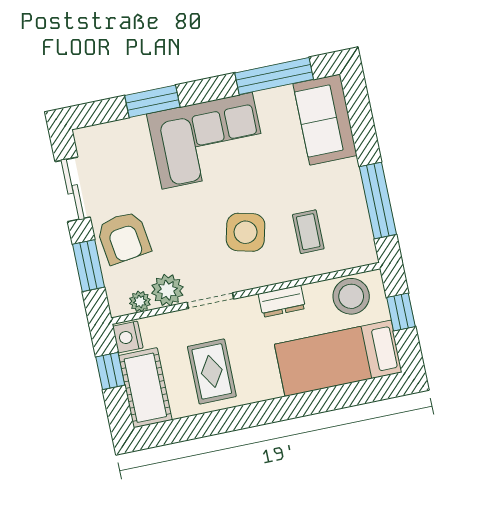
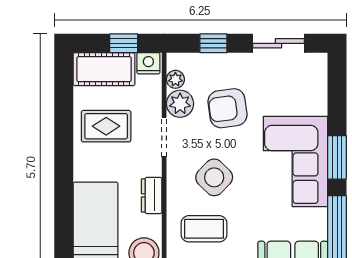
window: (152, 101) -> (337, 157), moved
side table: (246, 232) -> (214, 177), turned 30
coffee table: (308, 232) -> (204, 229), width x1.36, depth x1.30
armchair: (124, 238) -> (227, 108), moved
window: (88, 266) -> (213, 43), width x0.67

